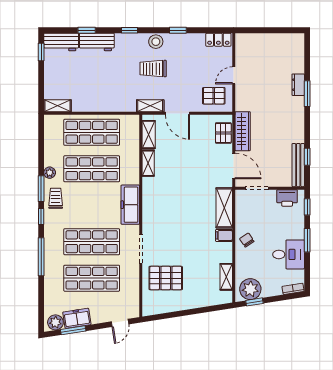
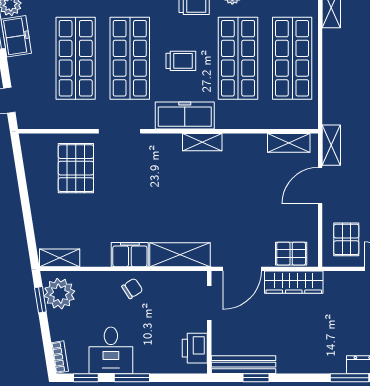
shelving: (148, 163) -> (202, 142), moved
trolley: (93, 207) -> (181, 61), added
window: (307, 207) -> (86, 378), moved
filing cabinet: (224, 235) -> (130, 255), width x2.00
shelving: (226, 277) -> (60, 258), moved

